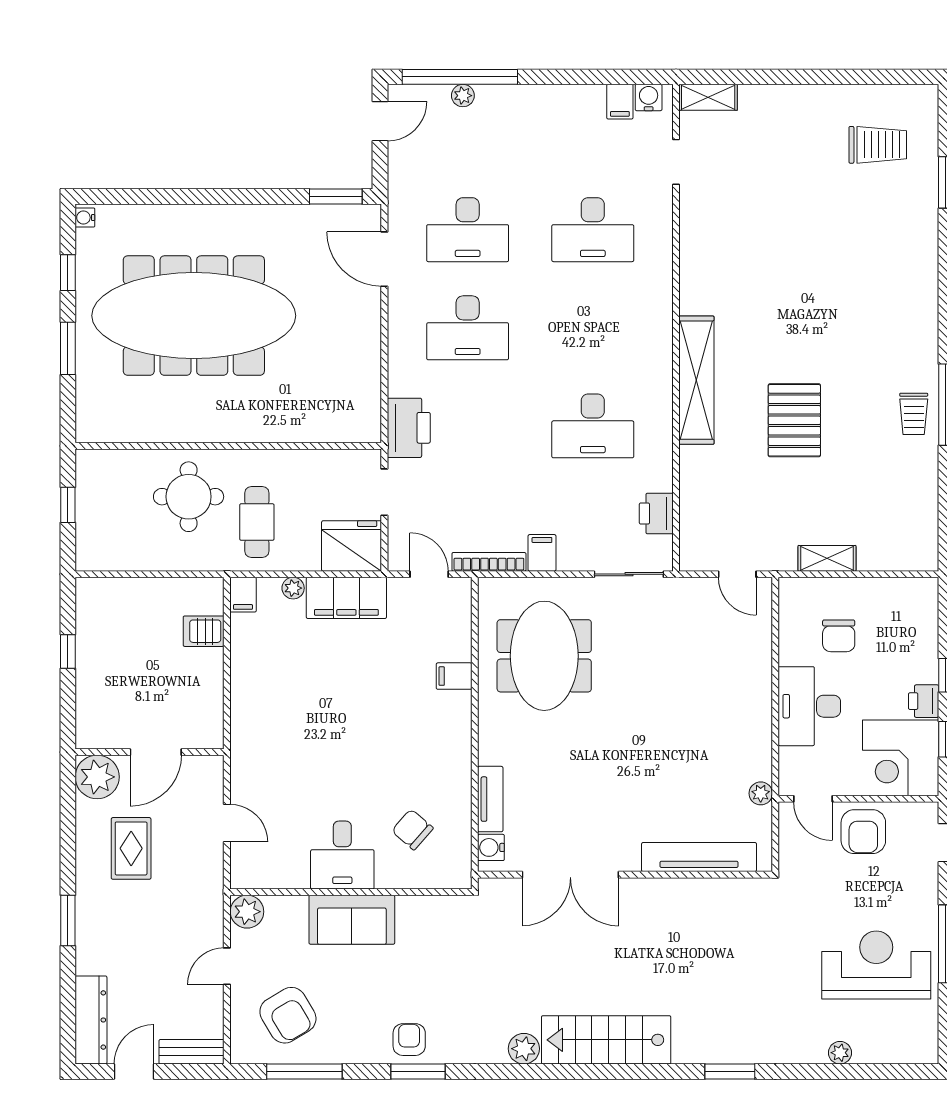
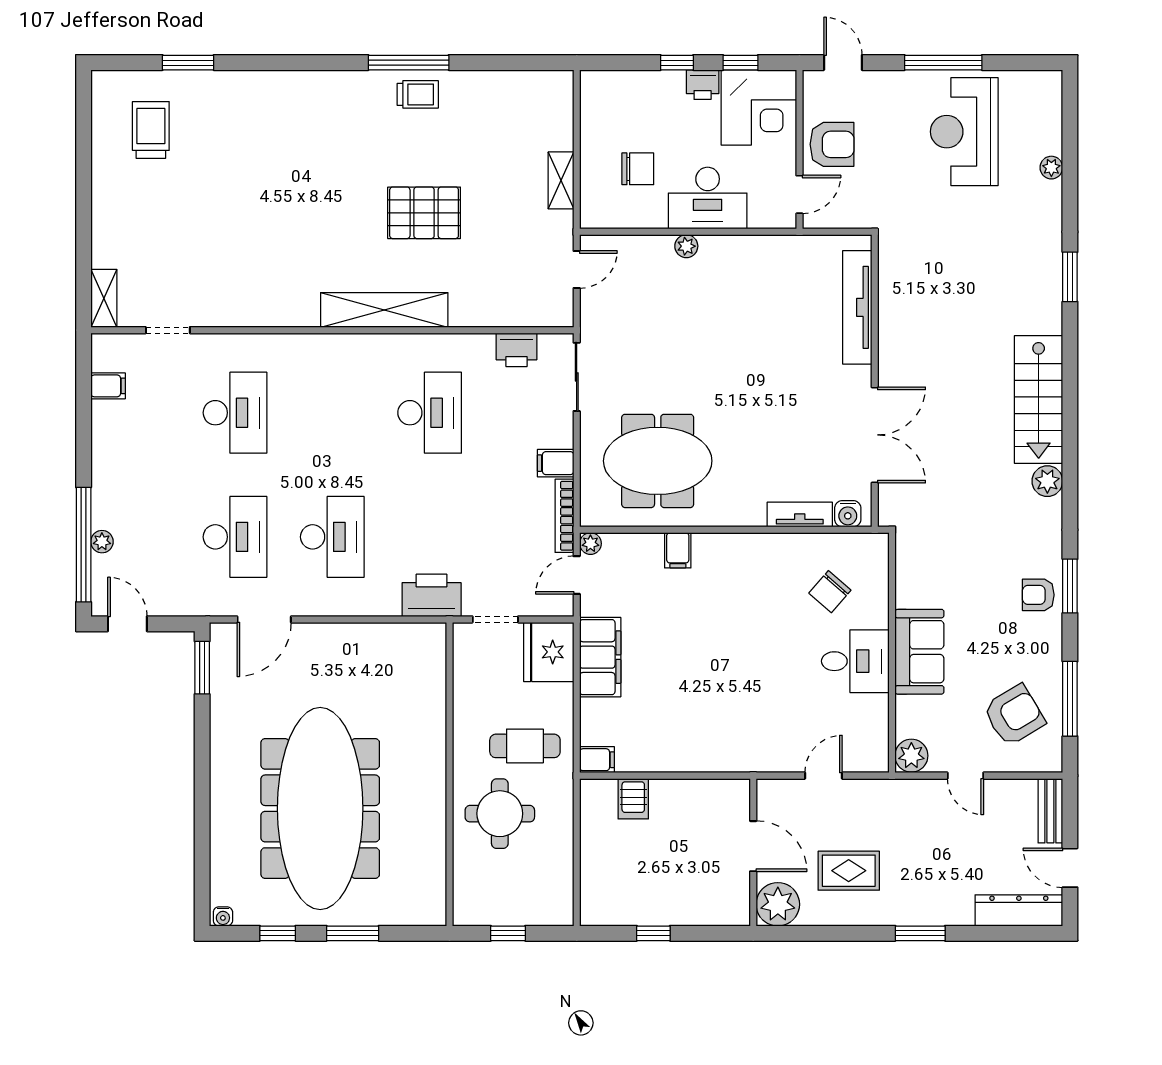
water cooler: (649, 98) -> (104, 357), removed
plant: (293, 588) -> (590, 544), moved
plant: (761, 793) -> (686, 246), moved

